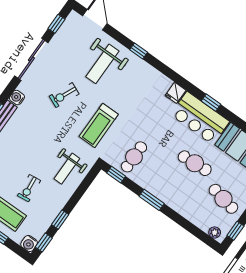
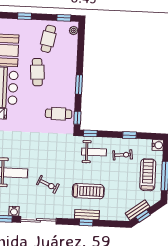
water cooler: (17, 98) -> (14, 211), moved
treadmill: (99, 125) -> (88, 191), moved
exercise bike: (29, 188) -> (123, 155), moved
window: (44, 242) -> (90, 133), moved

